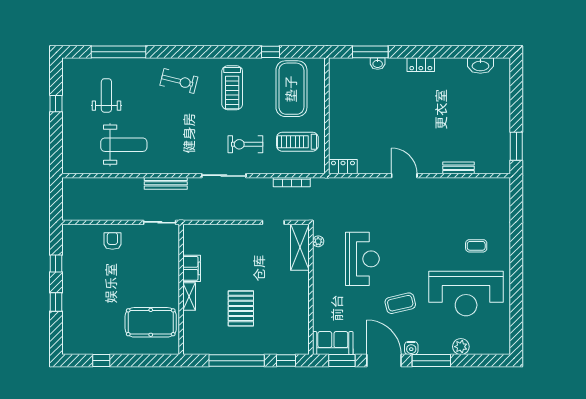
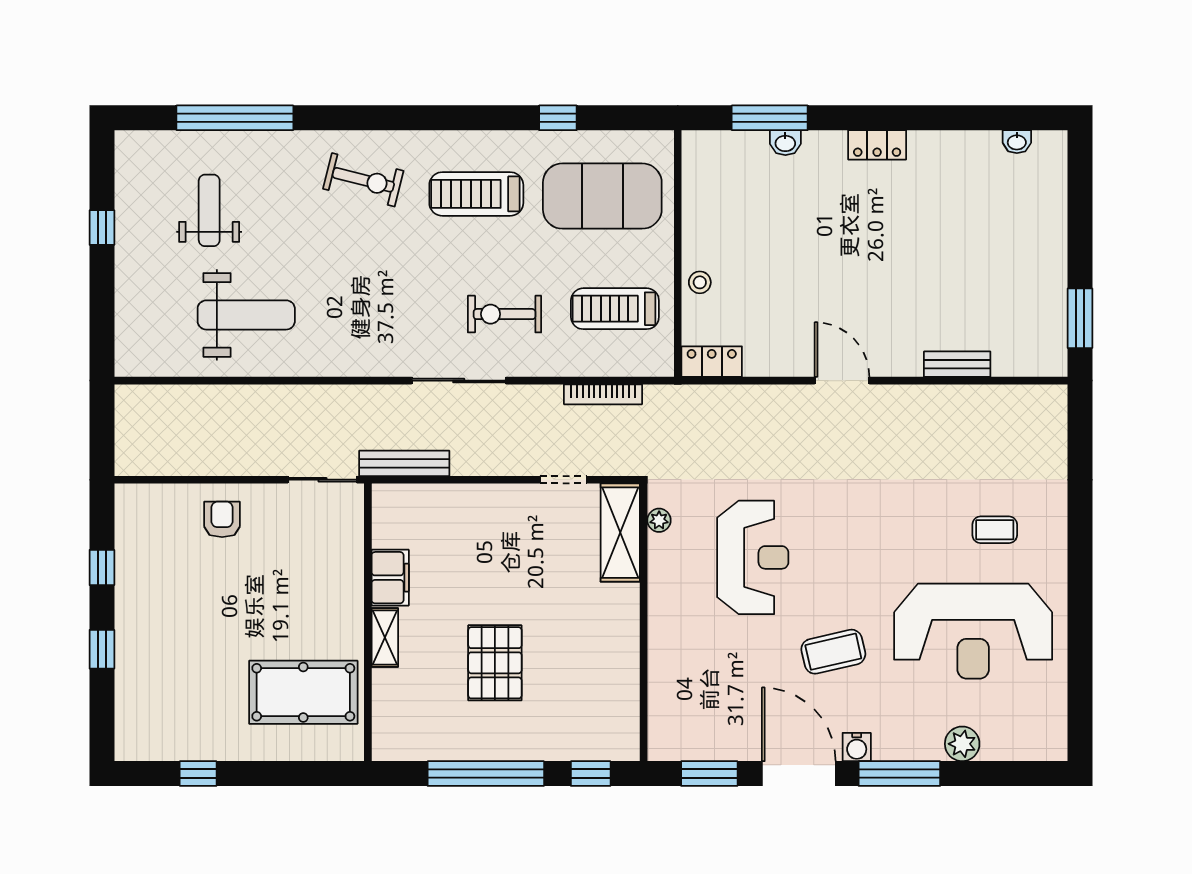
washbasin: (480, 66) -> (1017, 142), width x0.52, depth x0.69
treadmill: (232, 88) -> (476, 194), turned 90
exercise mat: (291, 89) -> (602, 196), turned 90
stool: (337, 129) -> (700, 282), added
bench: (166, 183) -> (404, 463), moved
sofa: (333, 343) -> (690, 736), removed

